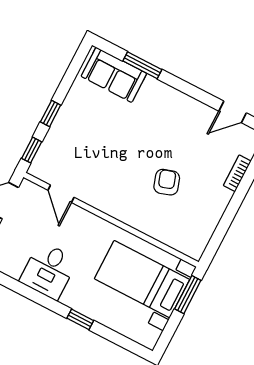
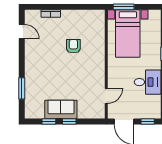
sofa: (114, 75) -> (61, 109), moved, turned -90
window: (32, 150) -> (49, 121), moved
armchair: (167, 182) -> (73, 46), turned 108

